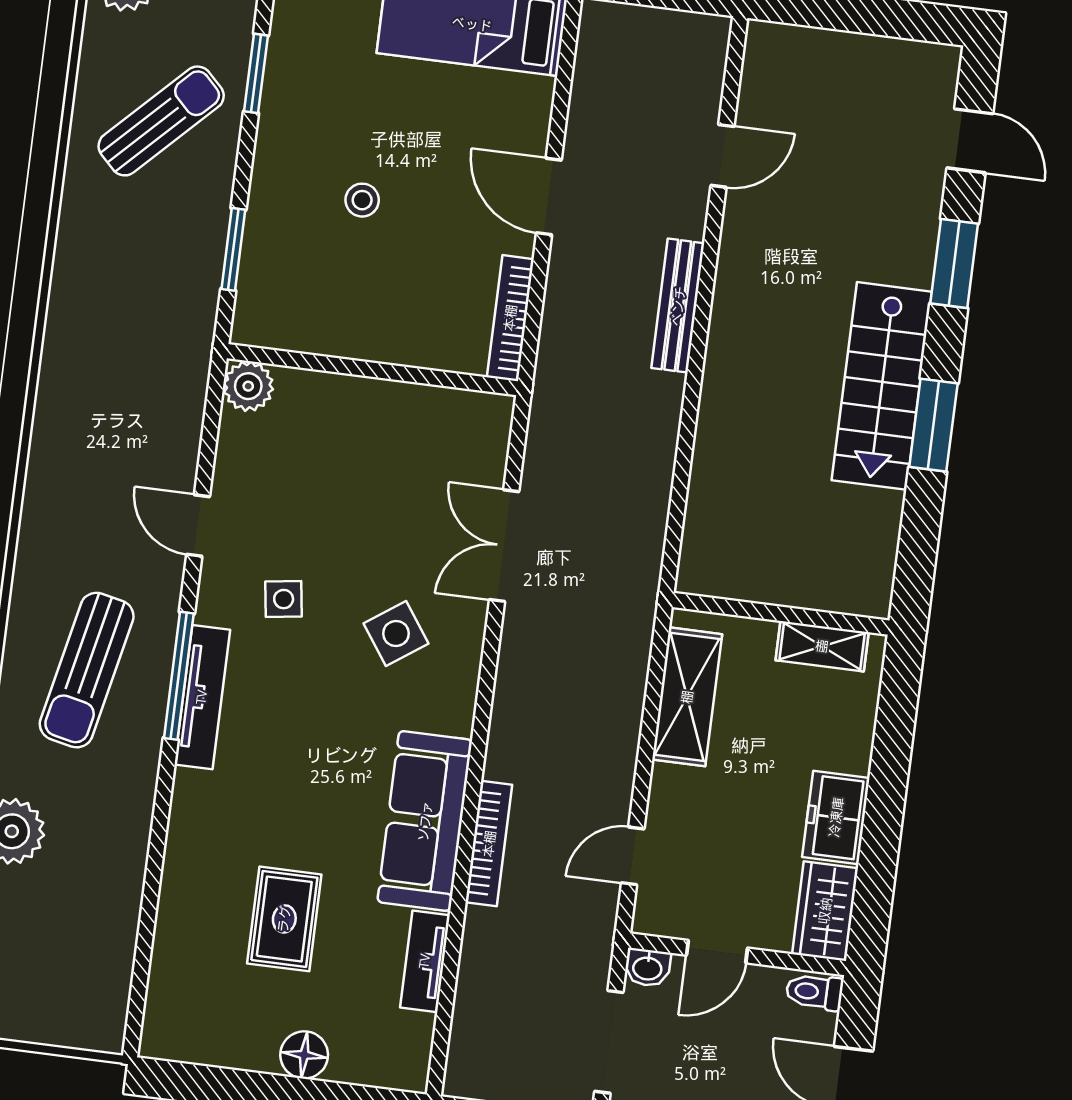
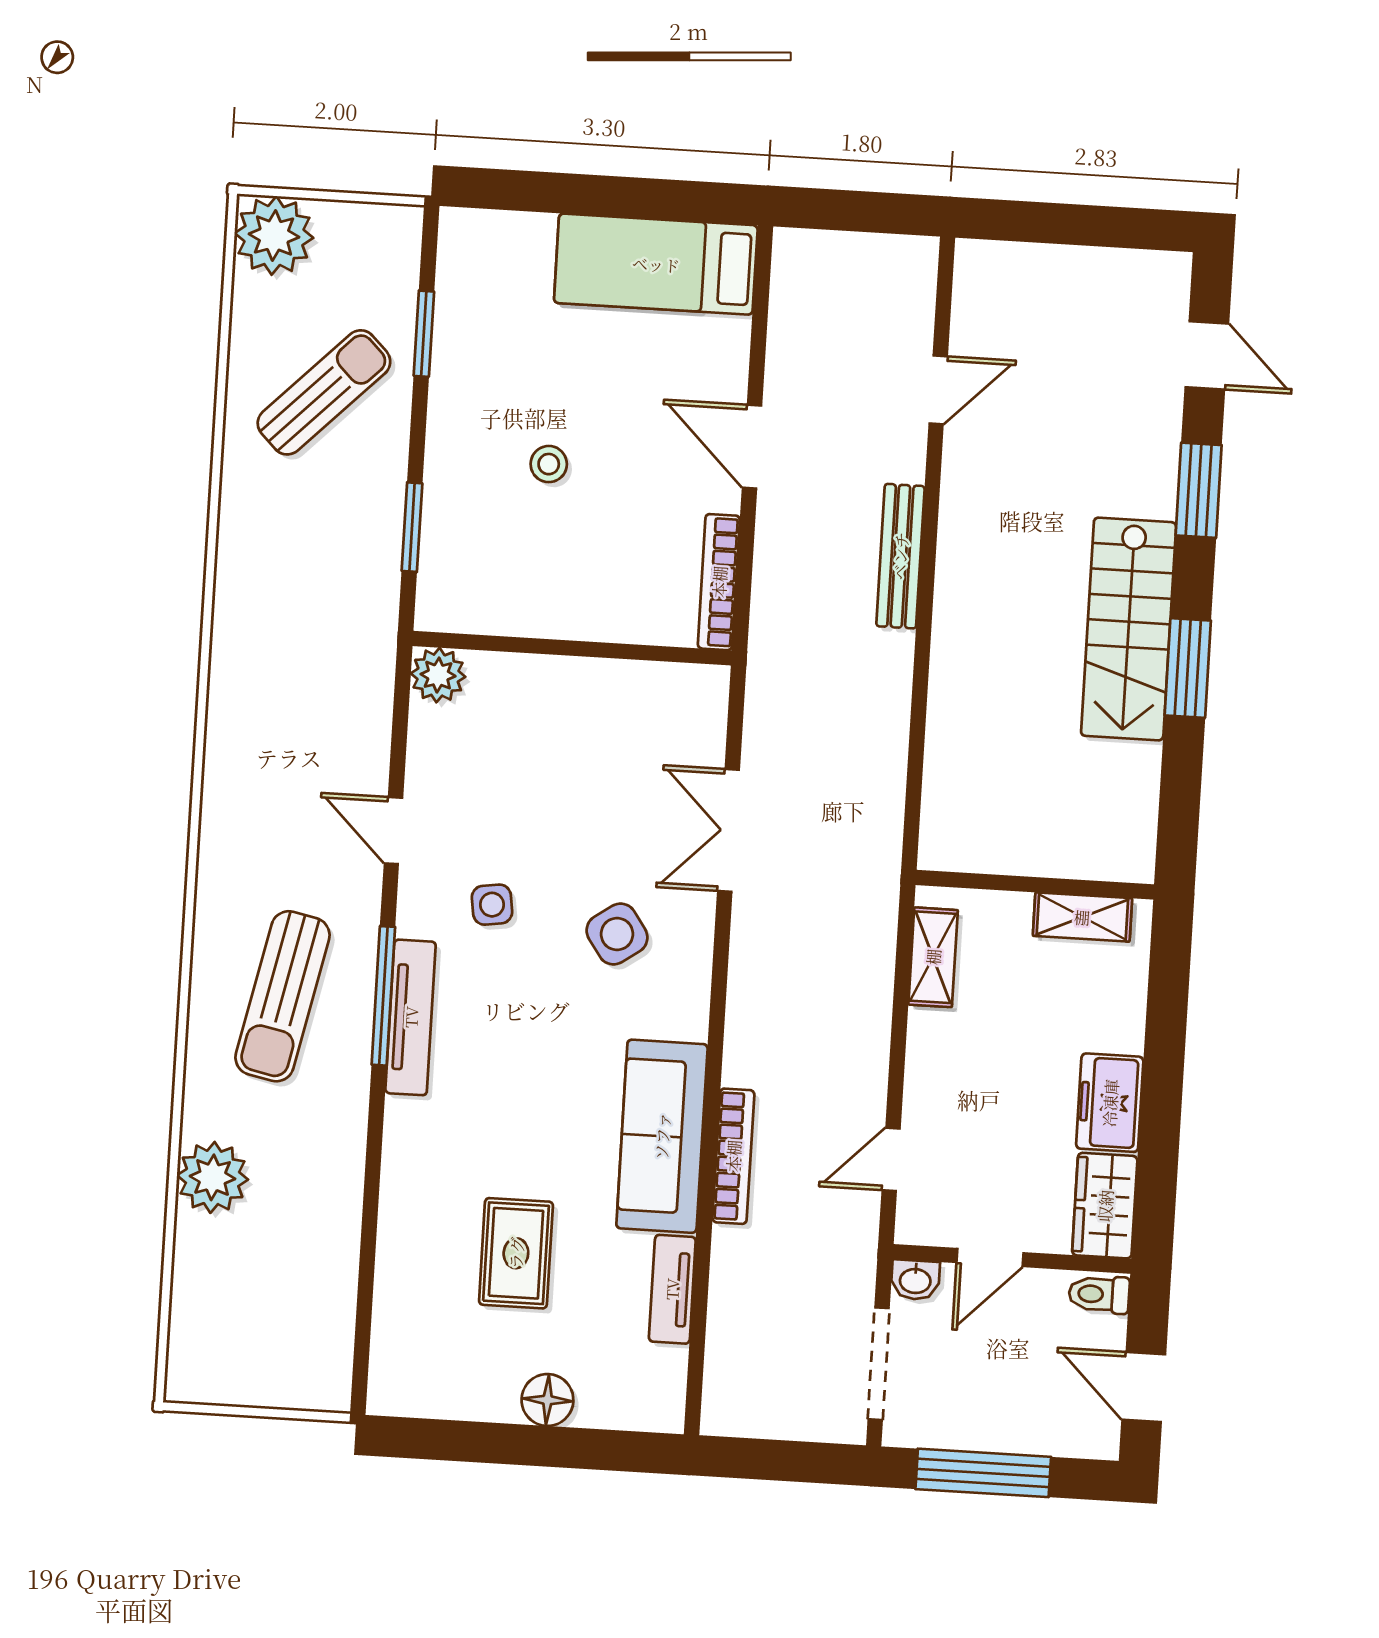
shelving: (687, 697) -> (933, 957), width x0.67, depth x0.75

